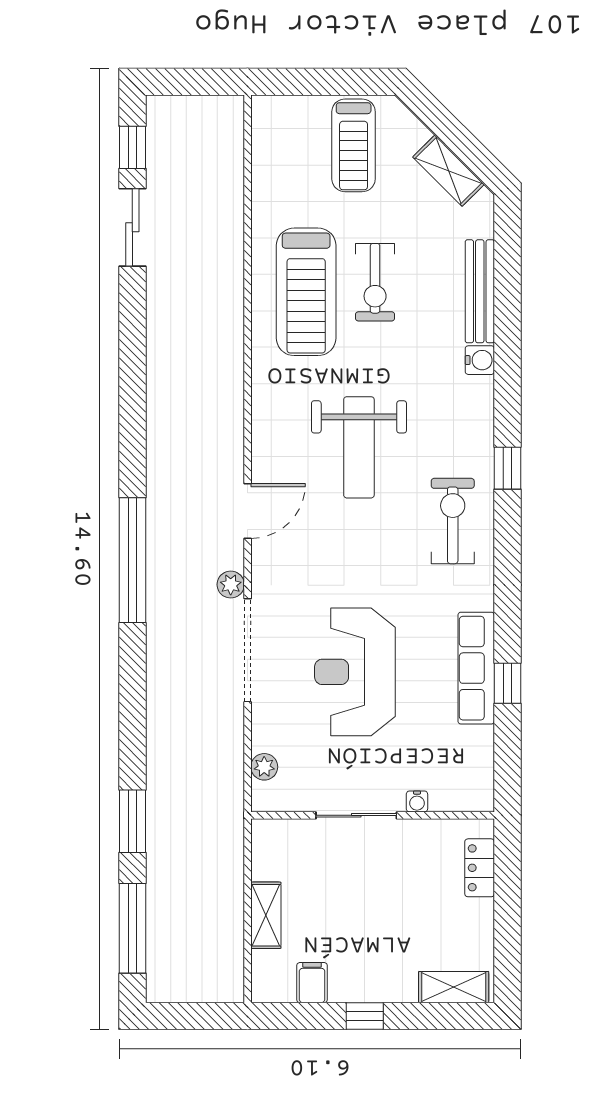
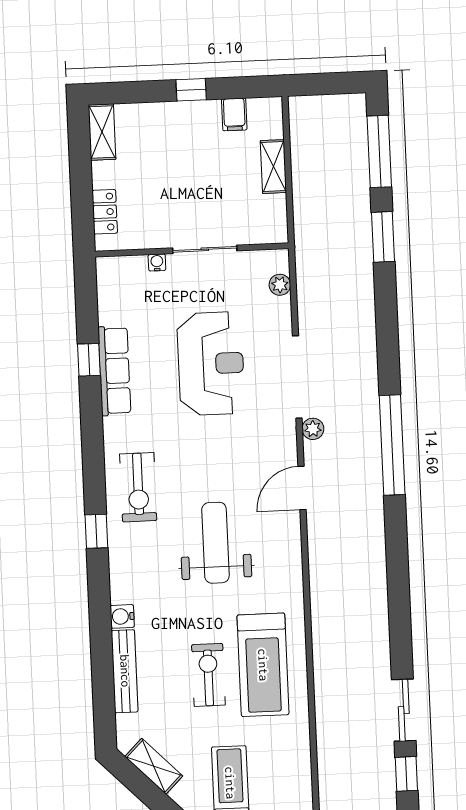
treadmill: (306, 292) -> (263, 665), turned 180
shelving: (454, 987) -> (102, 132), moved, turned 90

